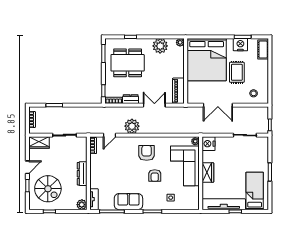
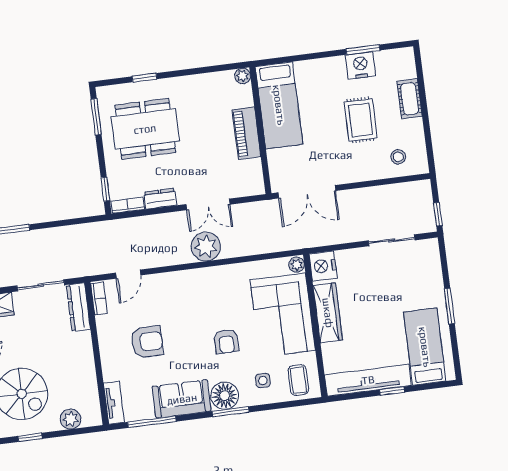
plant: (160, 46) -> (205, 88), removed
cot: (263, 50) -> (410, 99), moved
bed: (207, 60) -> (279, 105), width x0.49
piano: (178, 91) -> (246, 133), moved
double door: (154, 105) -> (208, 204), swing flipped
double door: (218, 105) -> (307, 192), moved
plant: (132, 126) -> (206, 247), moved
armchair: (147, 153) -> (147, 342), moved, turned 90
wardrobe: (208, 173) -> (328, 313), width x1.50
dresser: (82, 174) -> (78, 307), moved
coffee table: (189, 200) -> (298, 380), added
floor lamp: (150, 203) -> (225, 396), added
plant: (82, 205) -> (71, 419), moved

